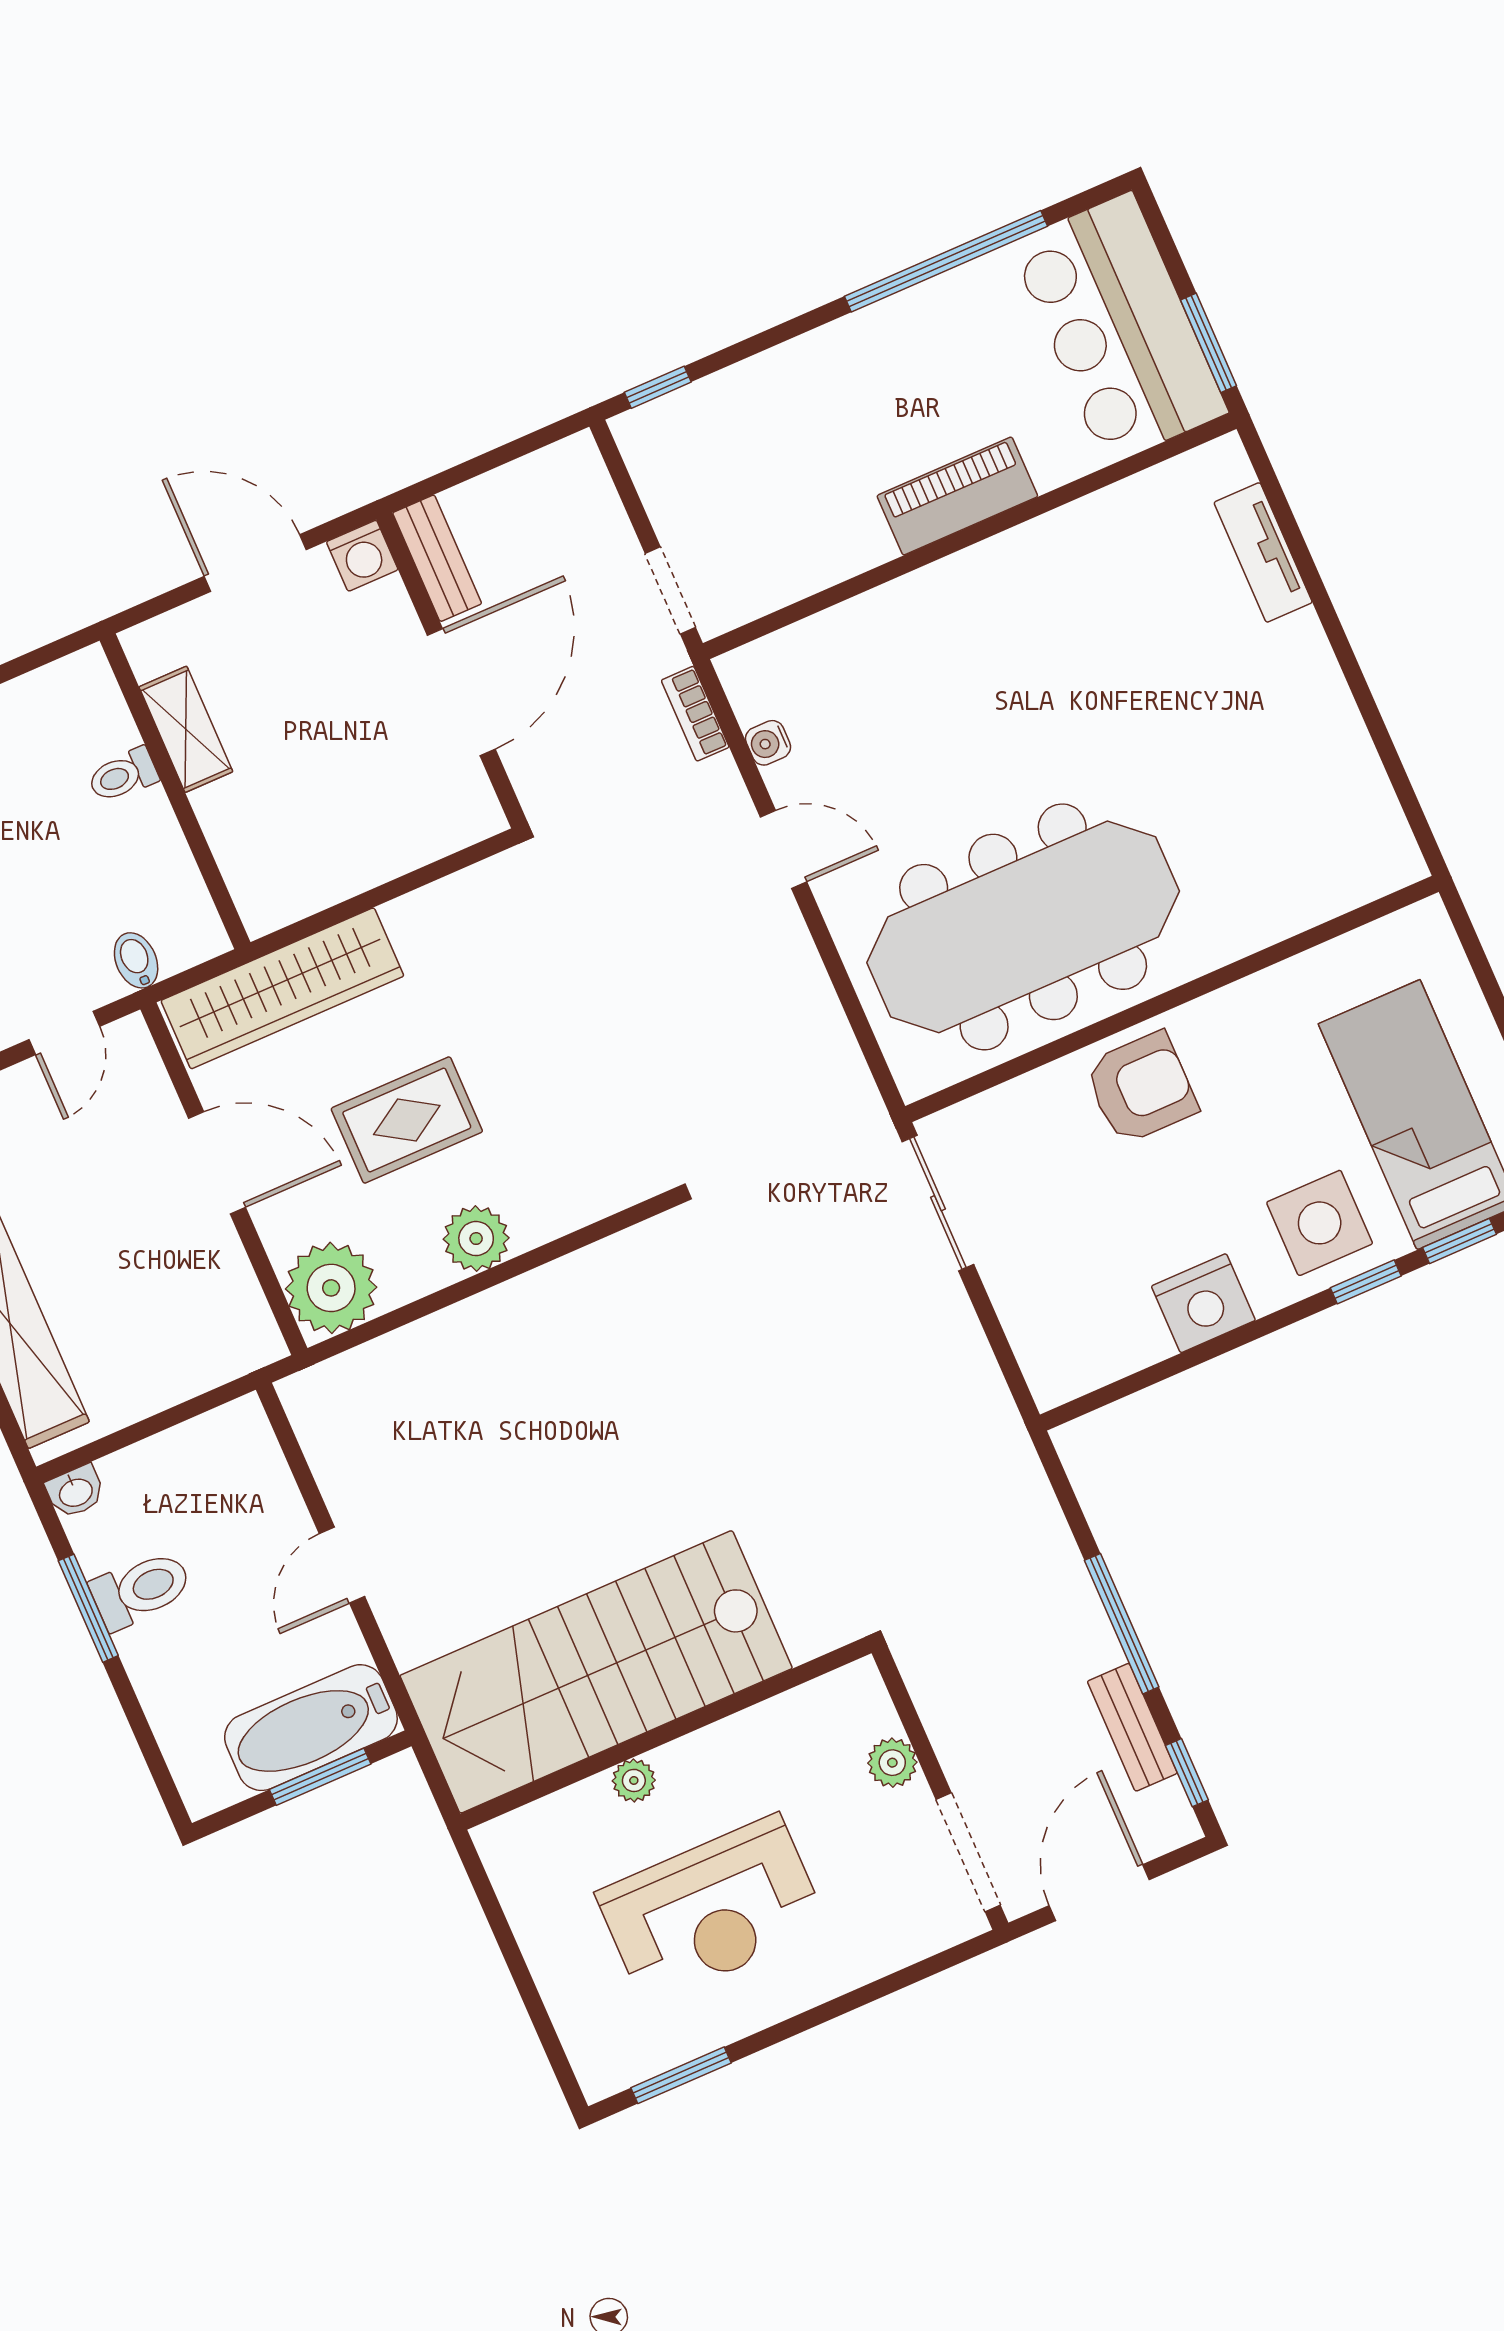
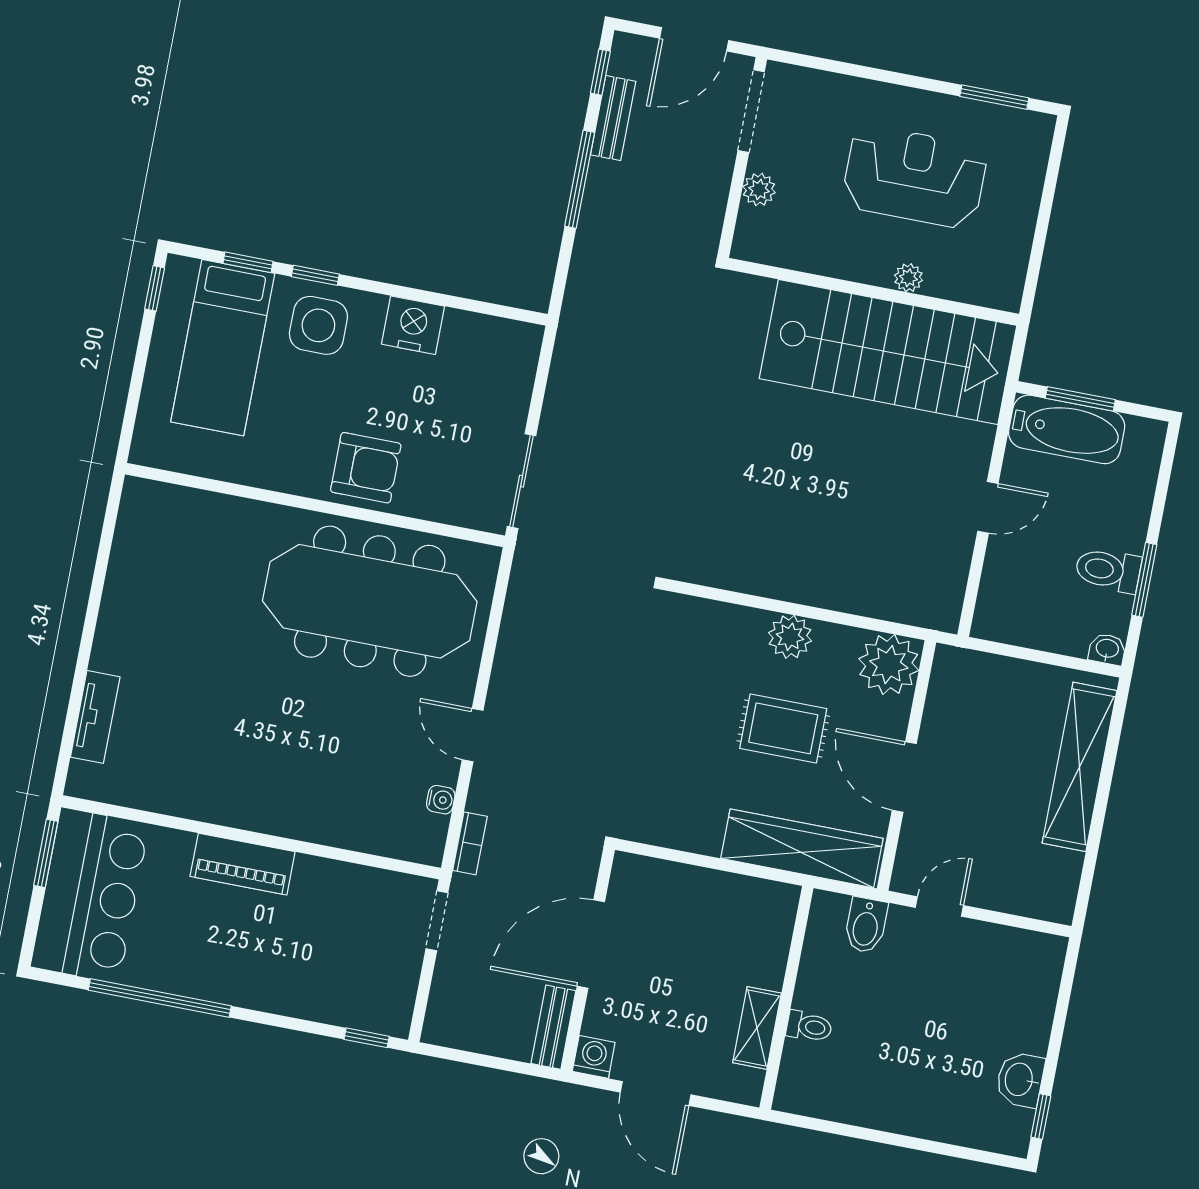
bidet: (136, 960) -> (866, 925), width x1.38, depth x1.36
armchair: (1141, 1088) -> (366, 468), turned 180

